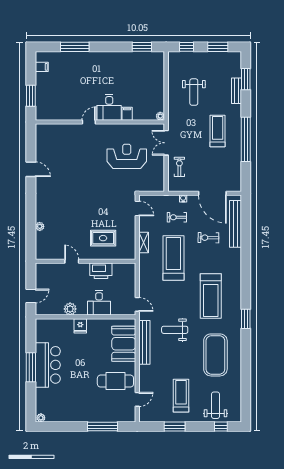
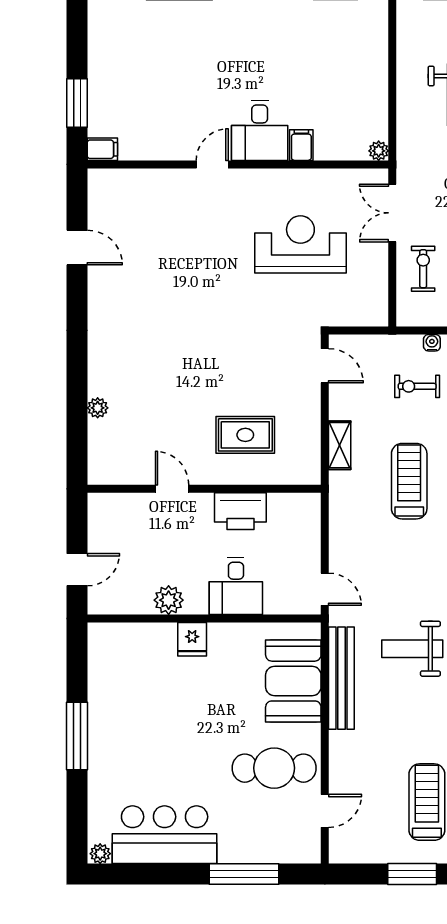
filing cabinet: (42, 67) -> (102, 149), moved
door: (31, 169) -> (77, 248), moved
treadmill: (173, 258) -> (409, 481), width x0.73, depth x0.73
bar counter: (48, 365) -> (165, 835), moved, turned -90

